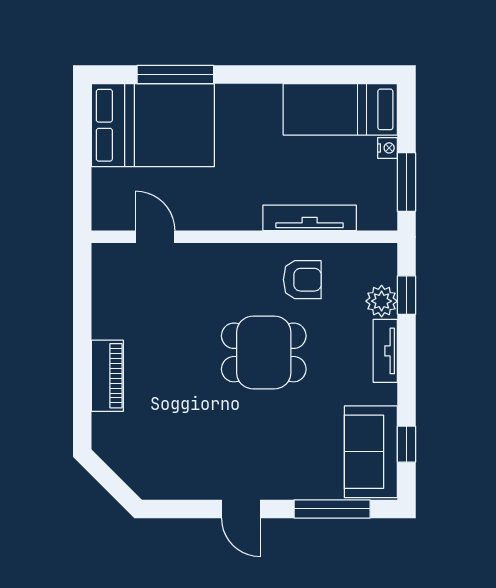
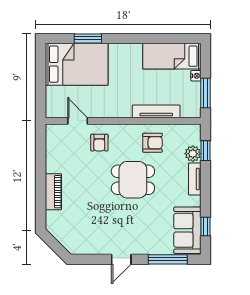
window: (175, 75) -> (88, 38), width x0.69
armchair: (198, 279) -> (99, 143), added
door: (241, 509) -> (121, 259), hinge flipped

